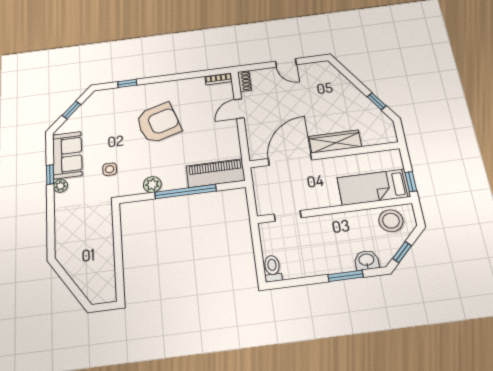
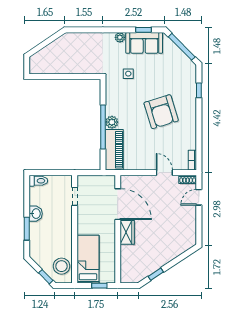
door: (286, 63) -> (199, 197), moved
window: (71, 110) -> (182, 47), width x2.17
wardrobe: (335, 142) -> (127, 232), width x0.67
window: (50, 174) -> (143, 30), moved
window: (411, 182) -> (99, 286), moved
plant: (152, 185) -> (112, 122), moved
window: (402, 252) -> (46, 277), moved
washbasin: (367, 260) -> (36, 214), moved

